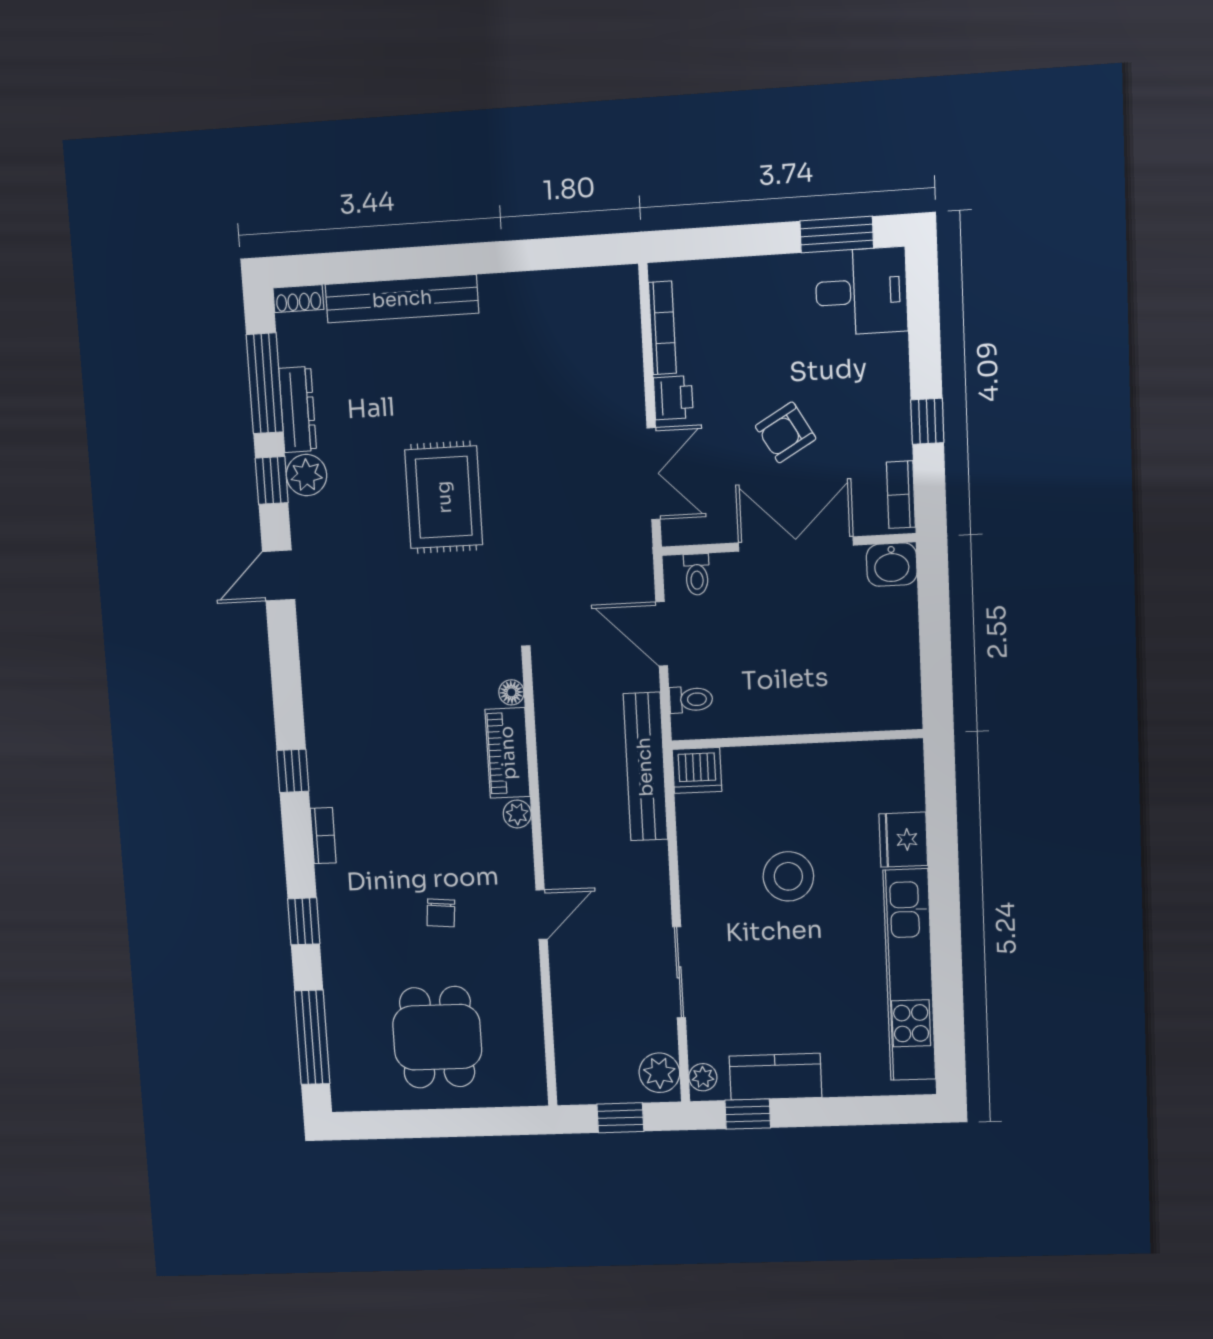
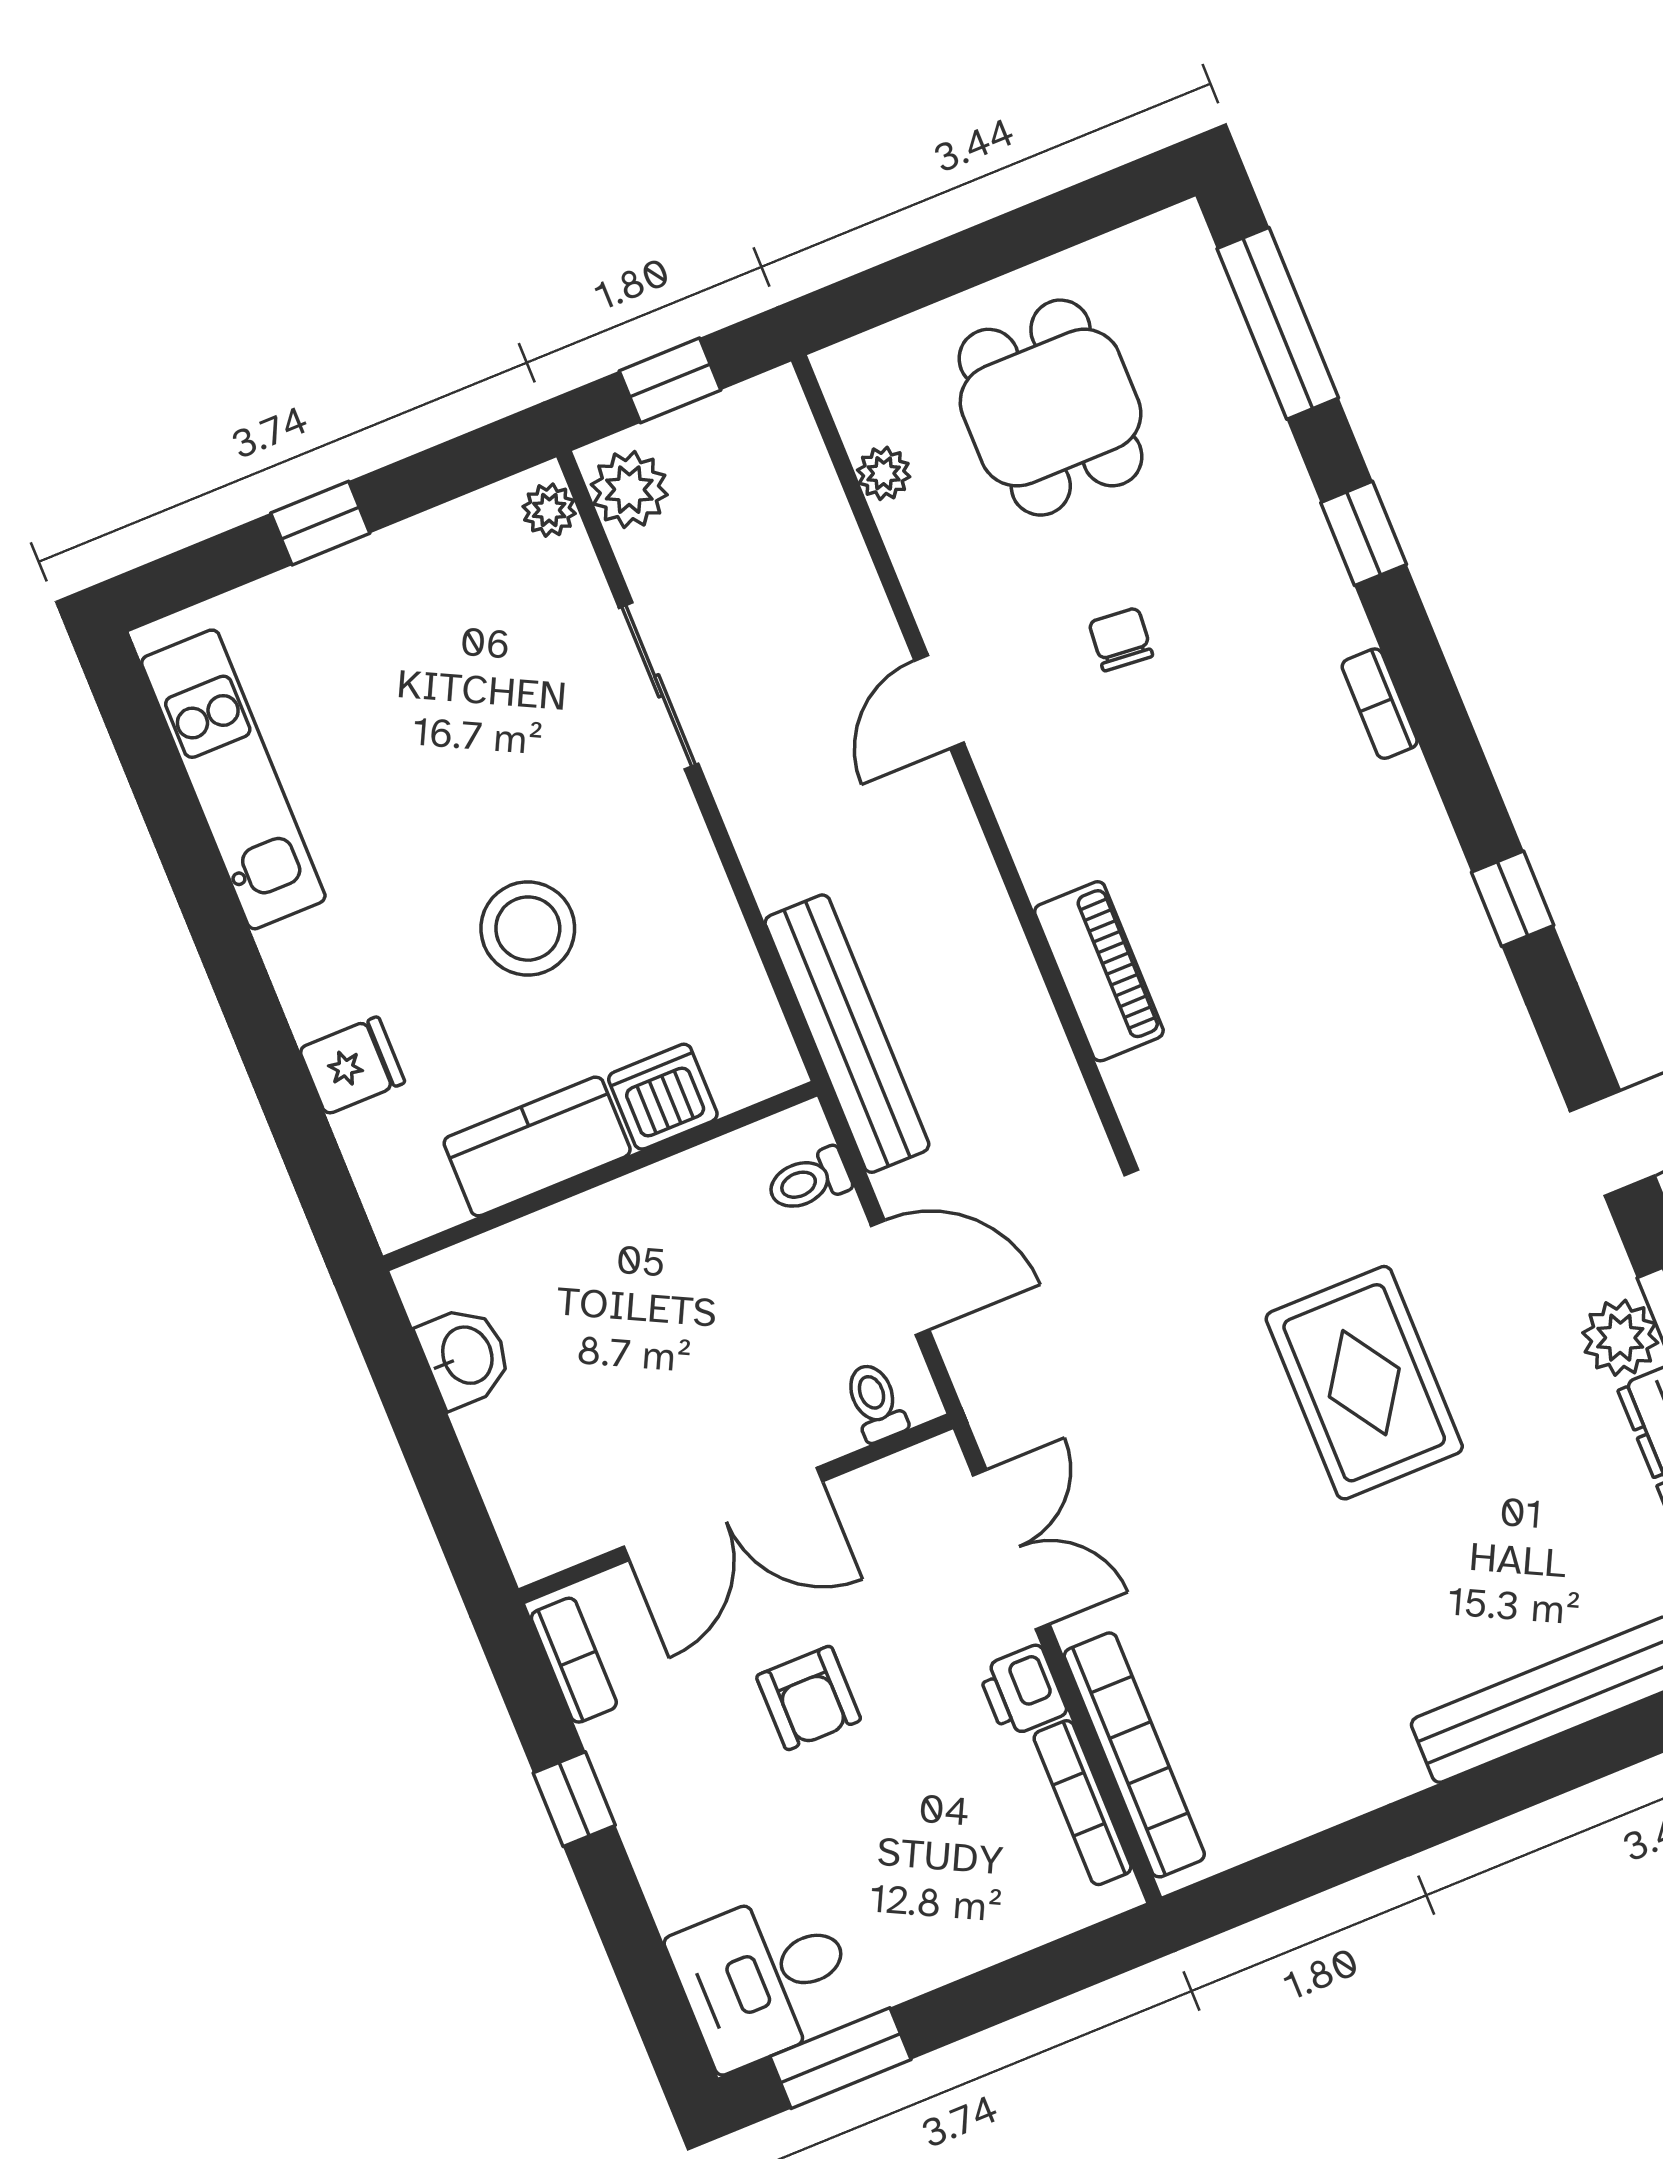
bookcase: (627, 344) -> (1134, 1755), added
armchair: (786, 432) -> (809, 1698), turned 120
double door: (654, 474) -> (1011, 1550), swing flipped
washbasin: (892, 565) -> (465, 1356), moved, turned 90
floor lamp: (511, 692) -> (1129, 1082), removed
dishwasher: (697, 770) -> (663, 1097), moved
window: (293, 771) -> (1513, 899), moved
plant: (517, 814) -> (884, 473), moved
fridge: (903, 840) -> (352, 1066), width x0.72
kitchen unit: (909, 975) -> (233, 779), width x0.73
kitchen counter: (775, 1077) -> (537, 1146), moved, turned 180
window: (748, 1114) -> (320, 523), moved

